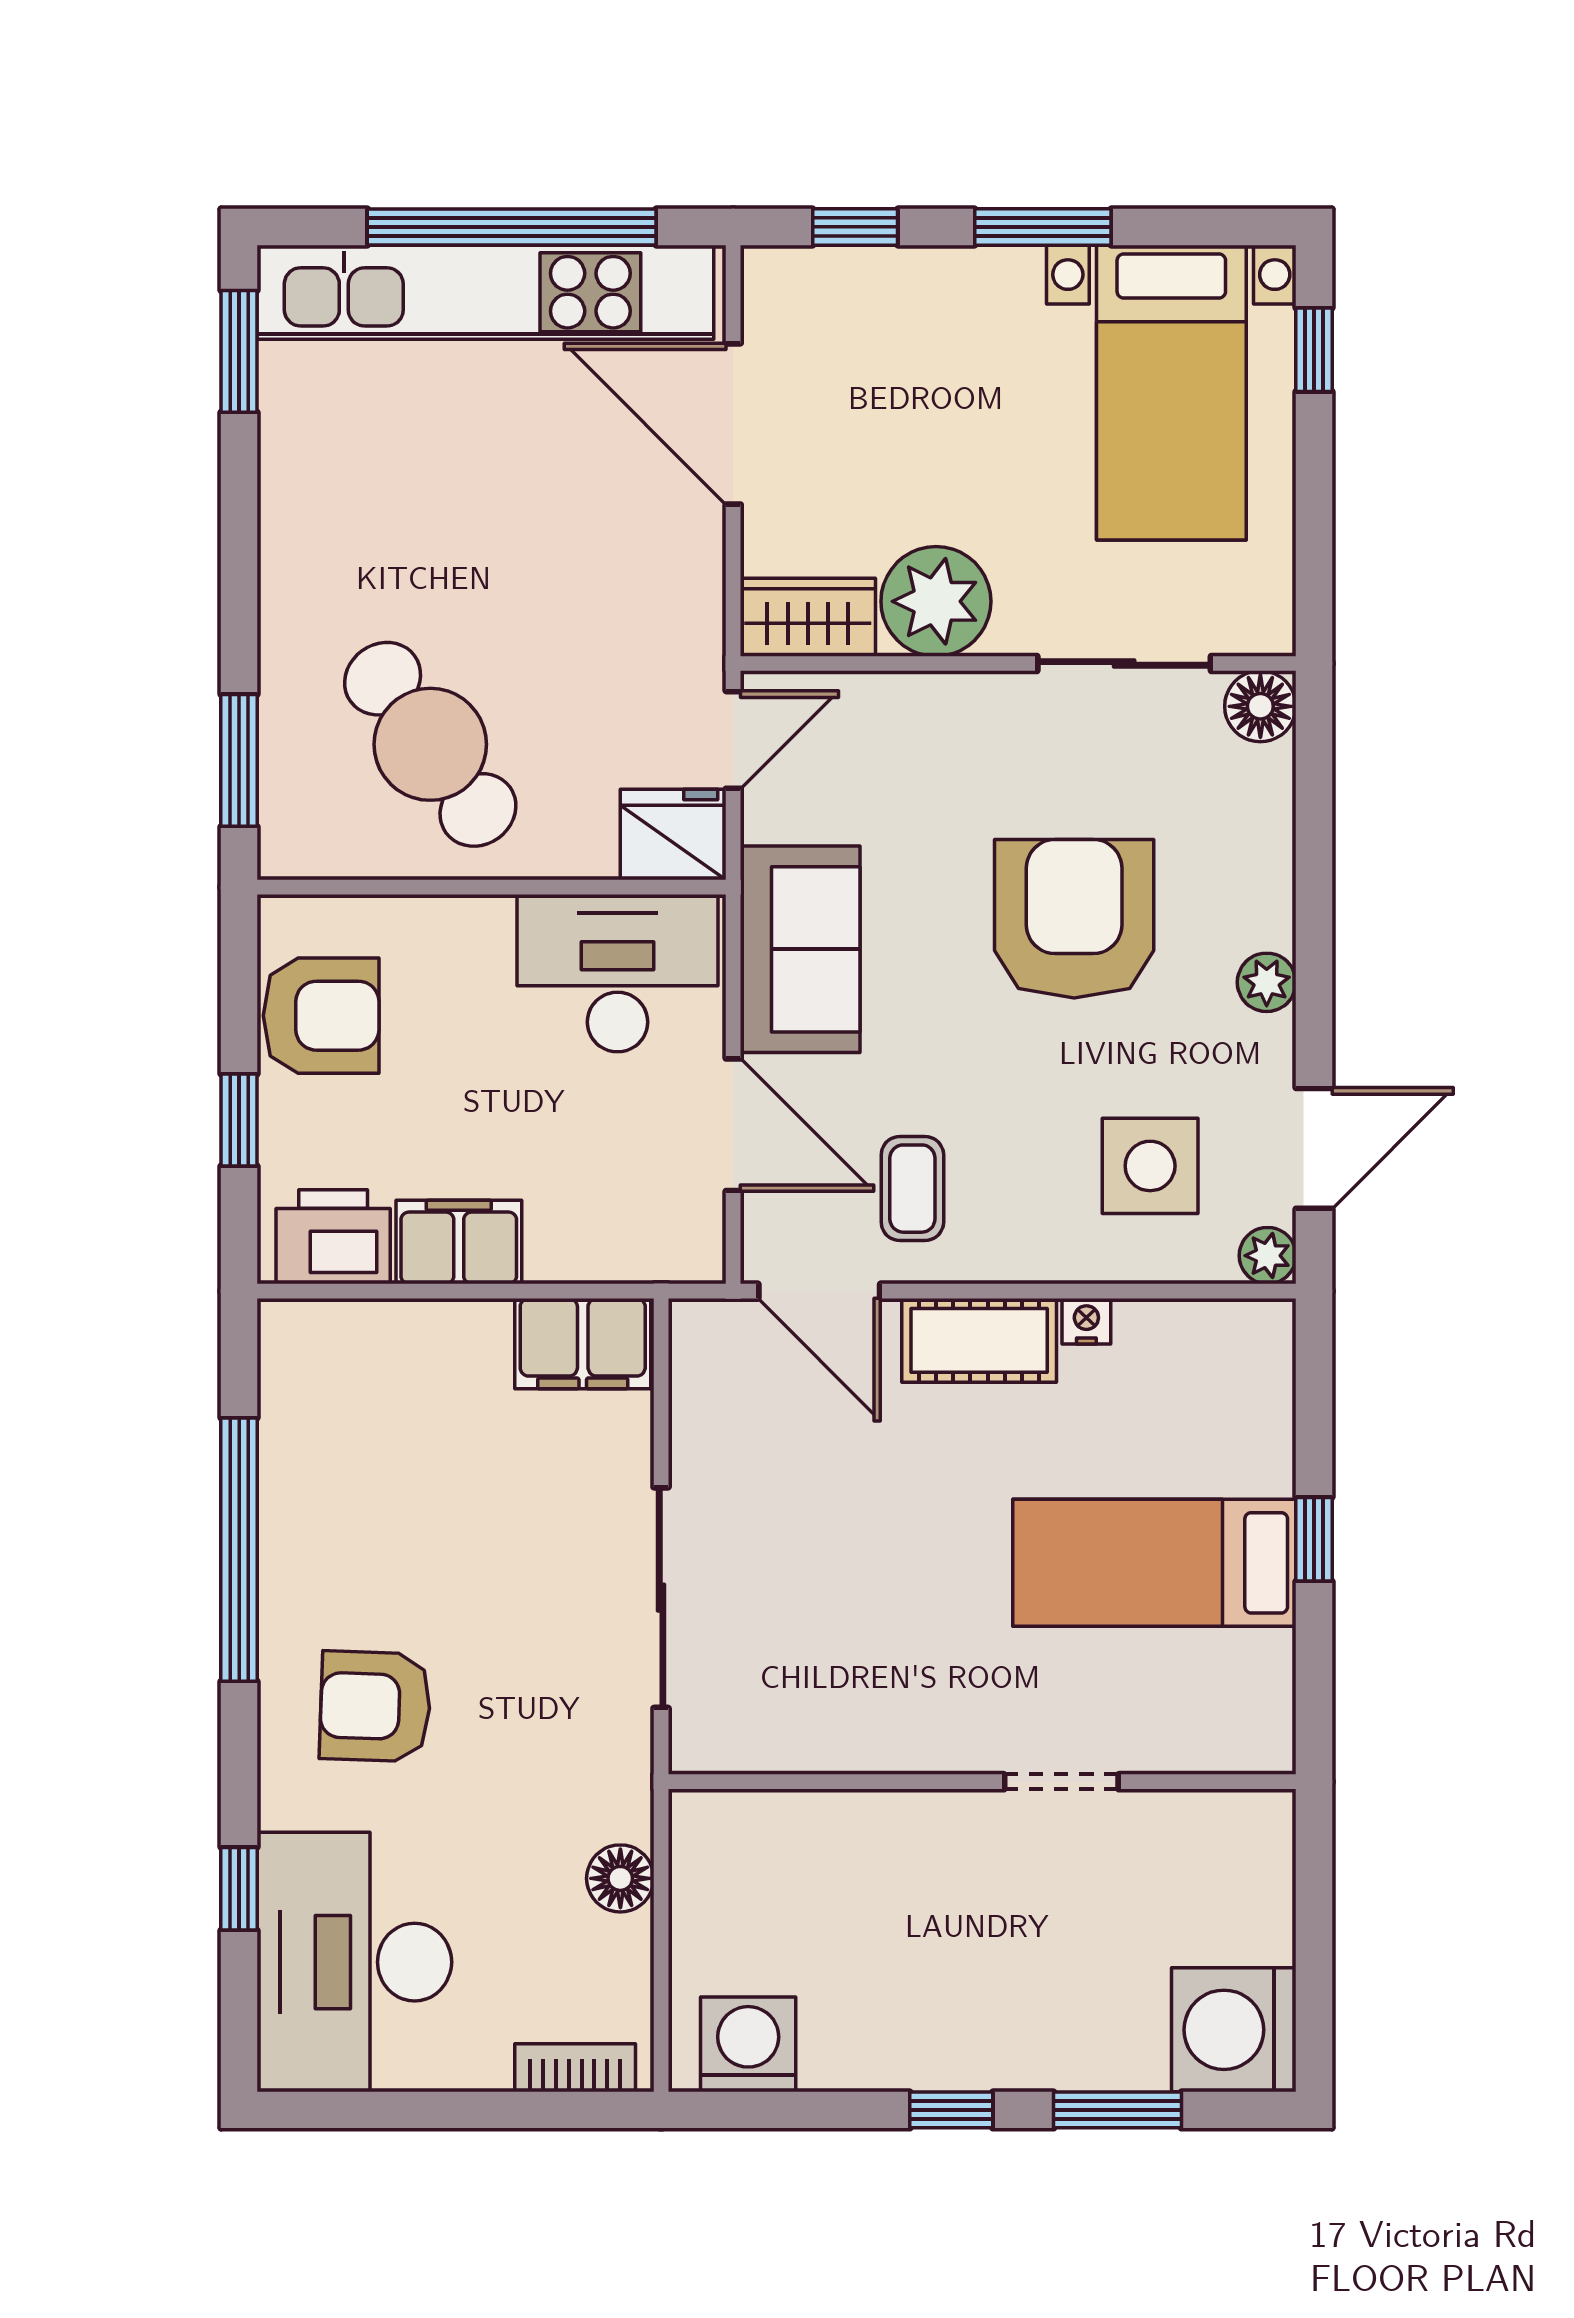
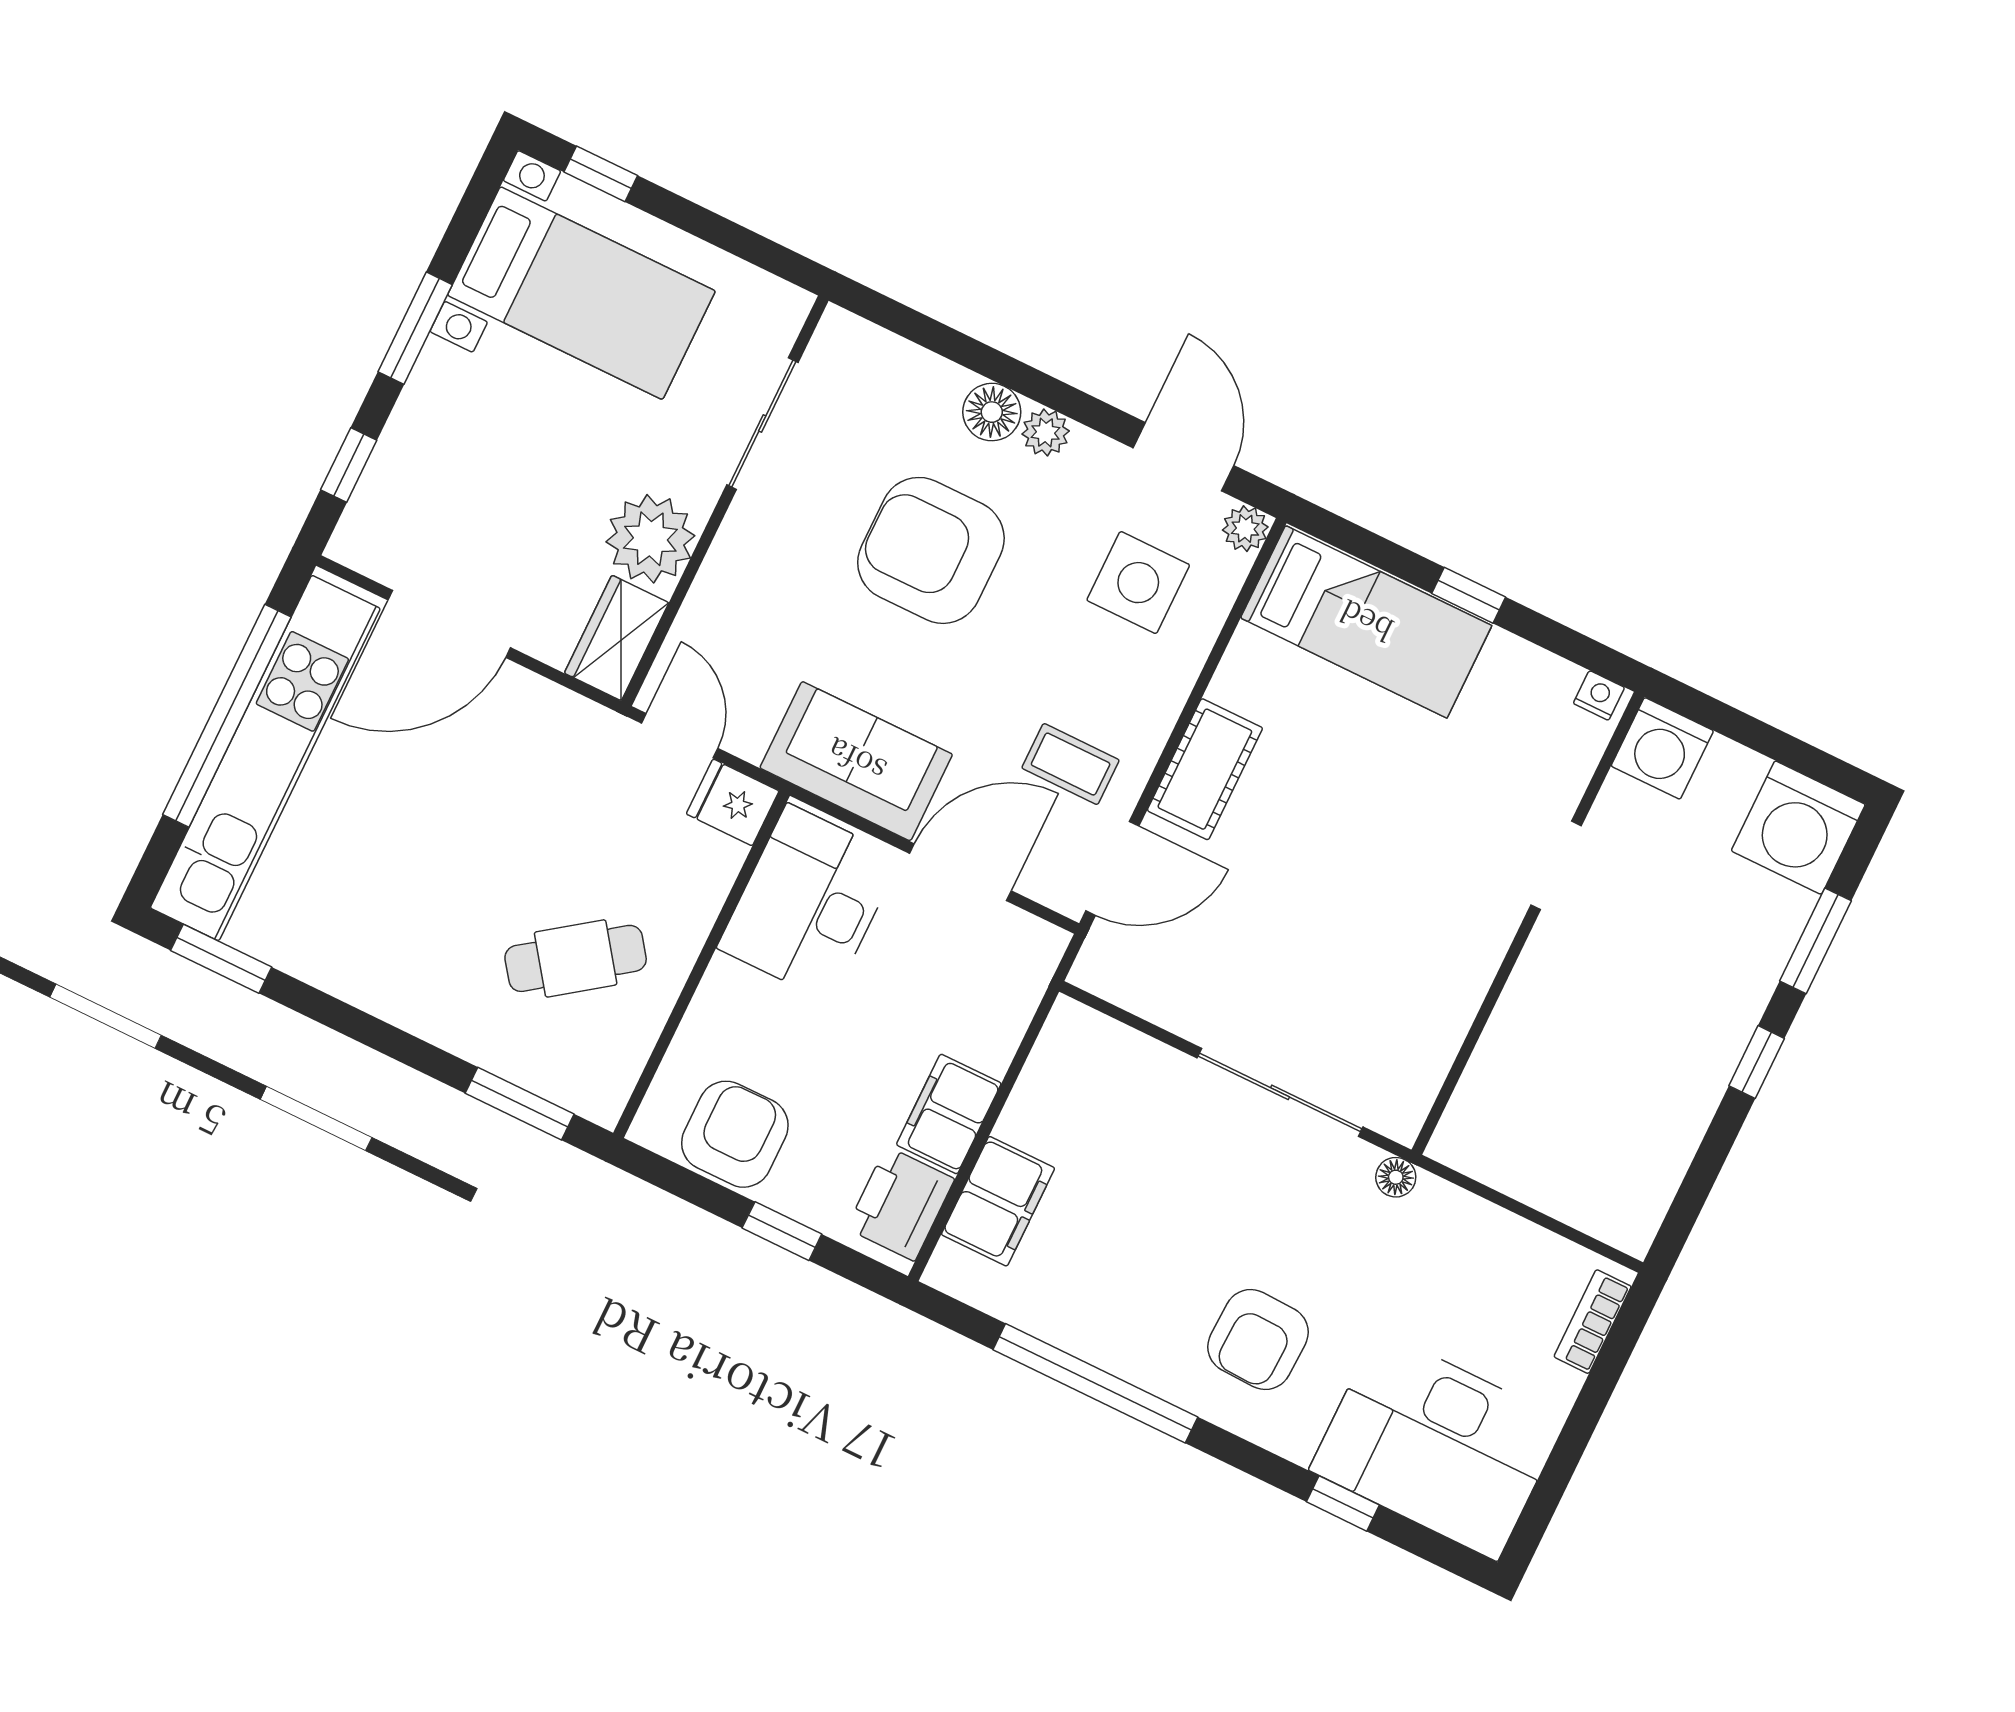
floor lamp: (1260, 706) -> (992, 412), moved
cafe table: (430, 744) -> (576, 958), width x0.73, depth x0.74
fridge: (673, 834) -> (733, 802), width x0.72
nightstand: (1086, 1321) -> (1599, 695), moved, turned 90
filing cabinet: (583, 1344) -> (998, 1201), moved
bed: (1154, 1563) -> (1366, 622), moved, turned -90
floor lamp: (620, 1878) -> (1396, 1177), moved, width x0.73, depth x0.73
washing machine: (748, 2044) -> (1662, 748), moved, turned -90

